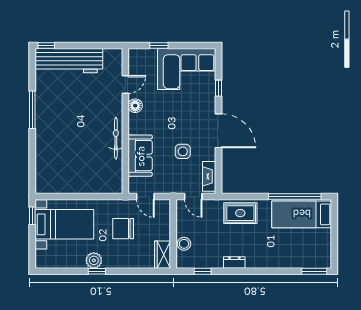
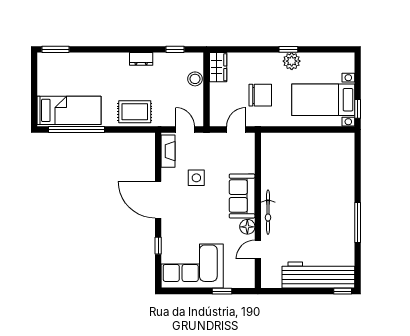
bicycle: (116, 138) -> (268, 212), moved
sofa: (140, 156) -> (242, 196), moved
door: (145, 197) -> (236, 130), hinge flipped

